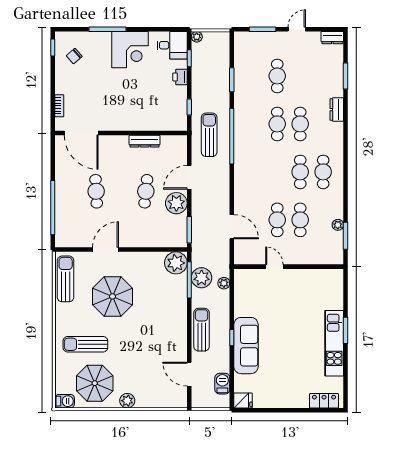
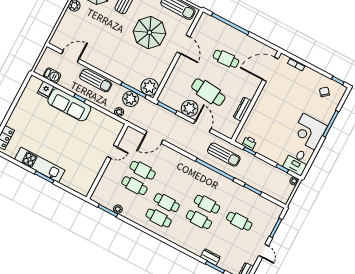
printer: (180, 77) -> (249, 143), moved
dresser: (337, 110) -> (210, 257), moved
cafe table: (146, 191) -> (208, 92), width x1.37, depth x1.35
fridge: (243, 400) -> (45, 90), moved

